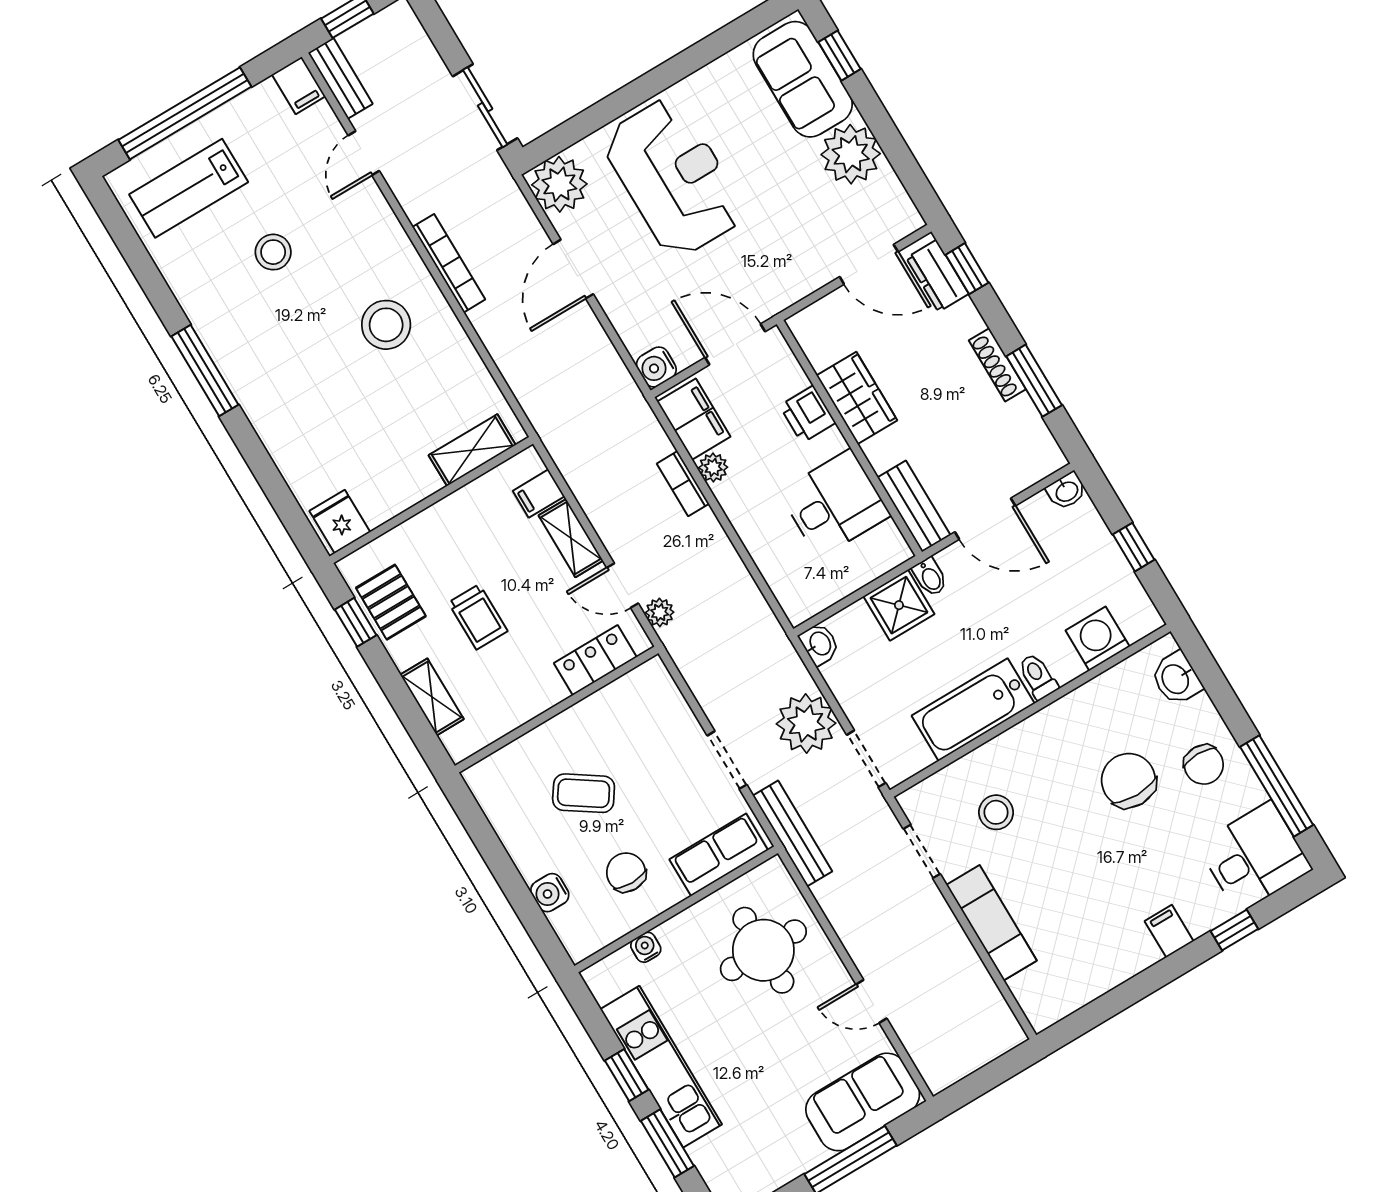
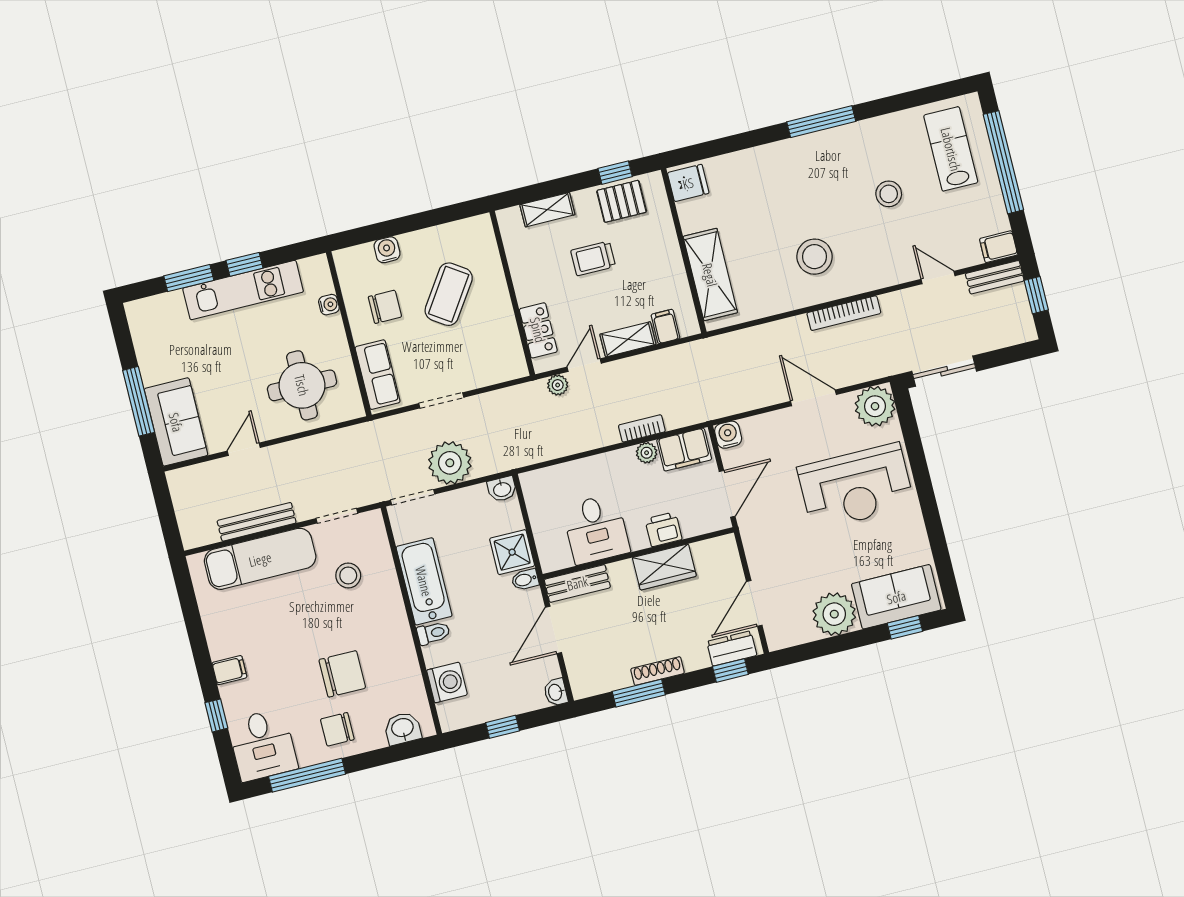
shelving: (472, 450) -> (710, 275), width x1.50, depth x1.33
coffee table: (584, 793) -> (449, 294), width x1.36, depth x1.30
bench: (793, 833) -> (257, 522), moved
exam couch: (992, 923) -> (260, 559), width x1.36, depth x1.45

